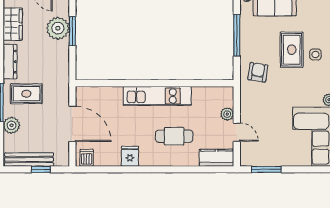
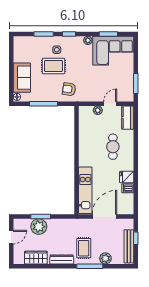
kitchen unit: (157, 96) -> (85, 190), moved
dishwasher: (87, 158) -> (128, 188), moved

